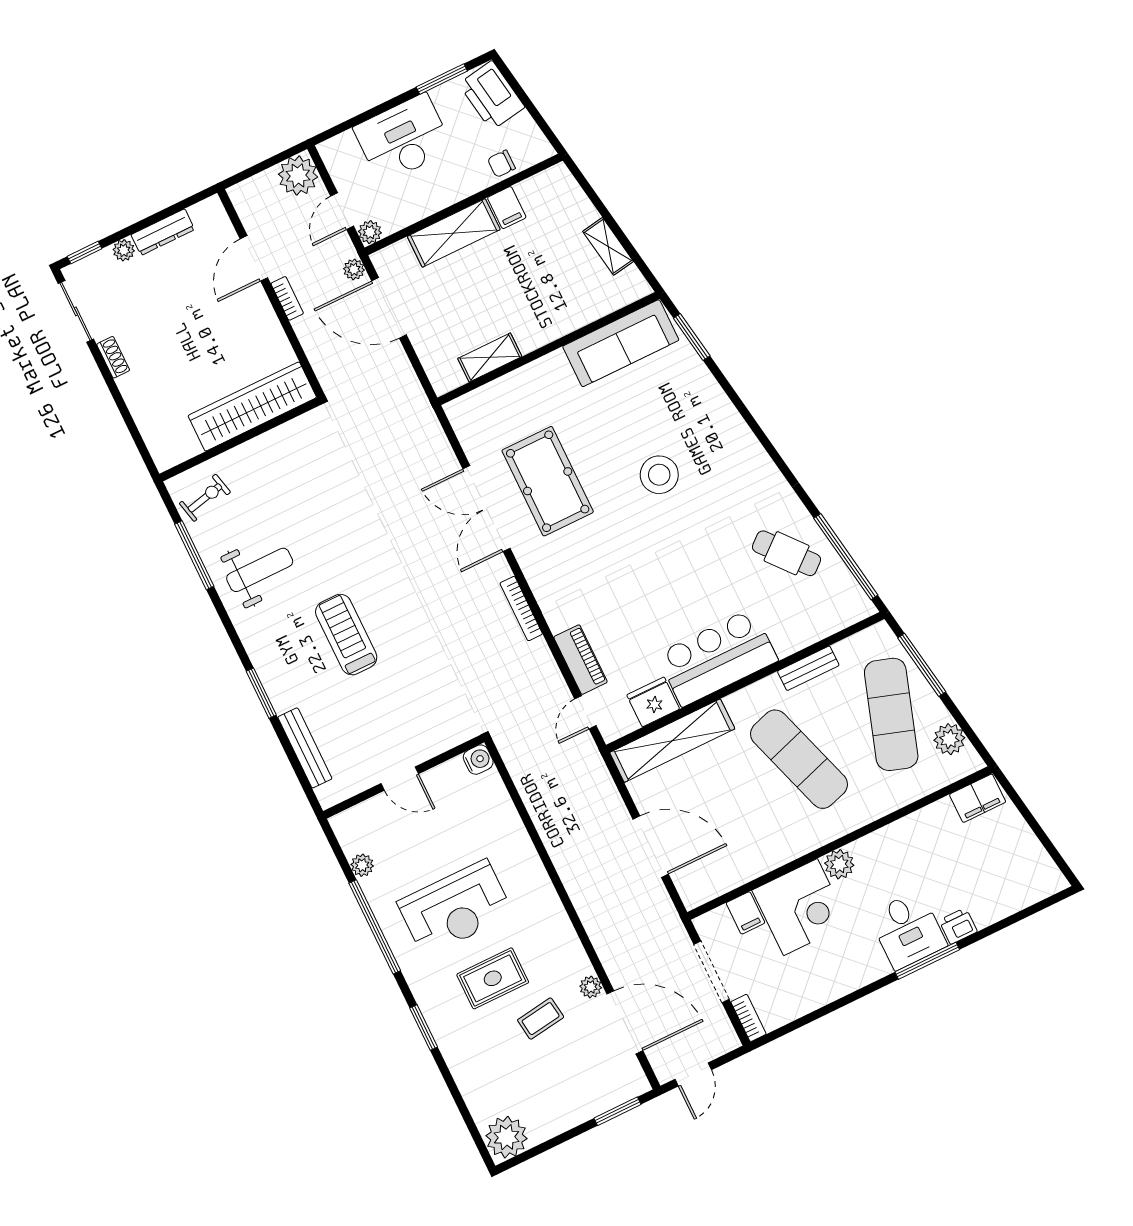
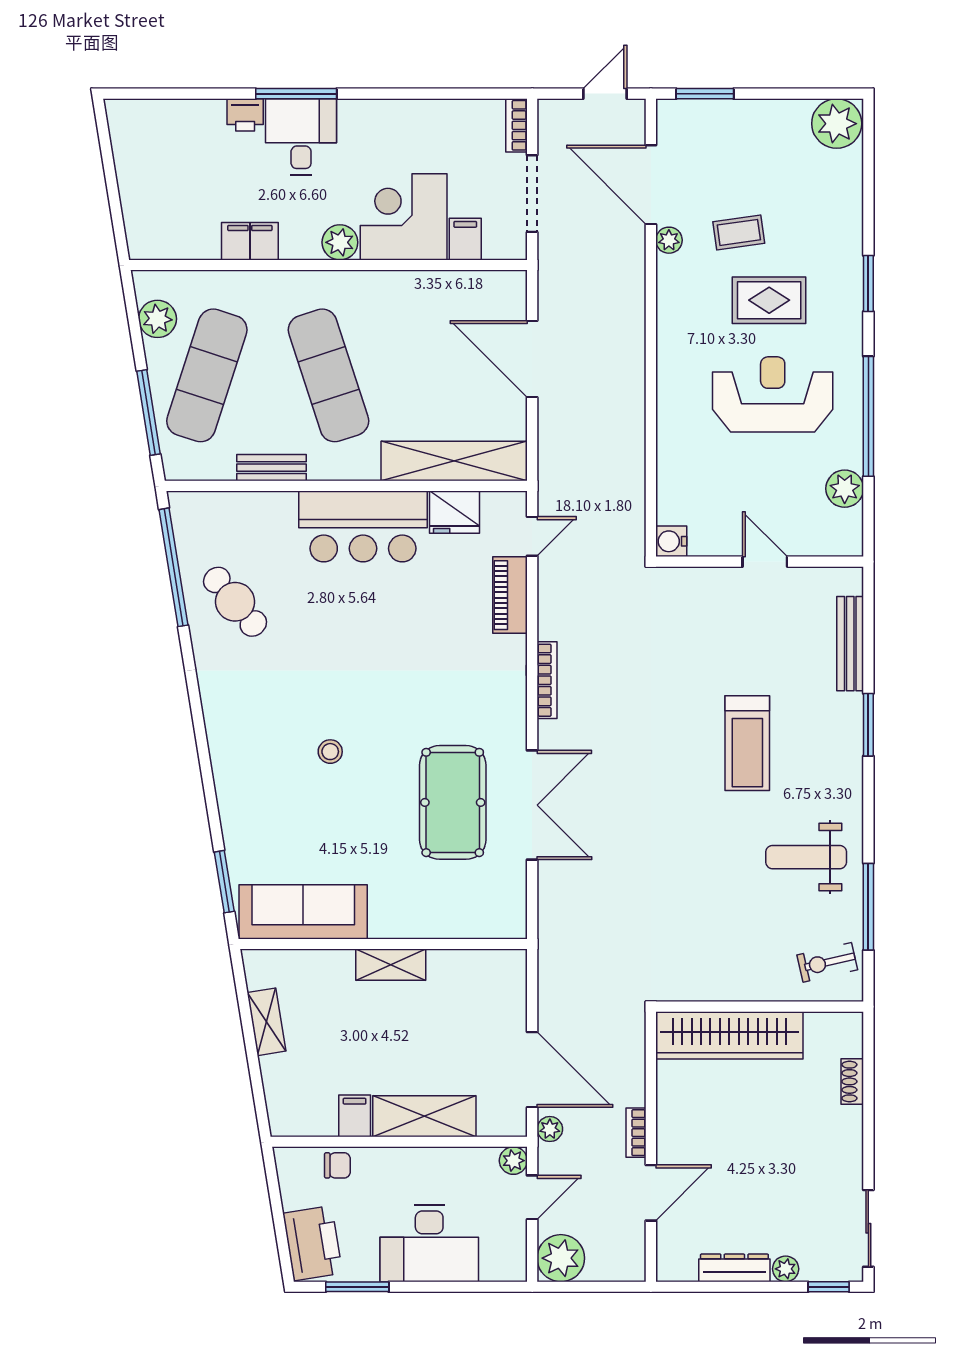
shoe rack: (113, 357) -> (852, 1081), moved
shelving: (490, 357) -> (391, 965), moved
stool: (659, 475) -> (330, 752), width x0.53, depth x0.53
filing cabinet: (978, 798) -> (250, 241), moved
plant: (362, 865) -> (845, 489), width x1.38, depth x1.38

